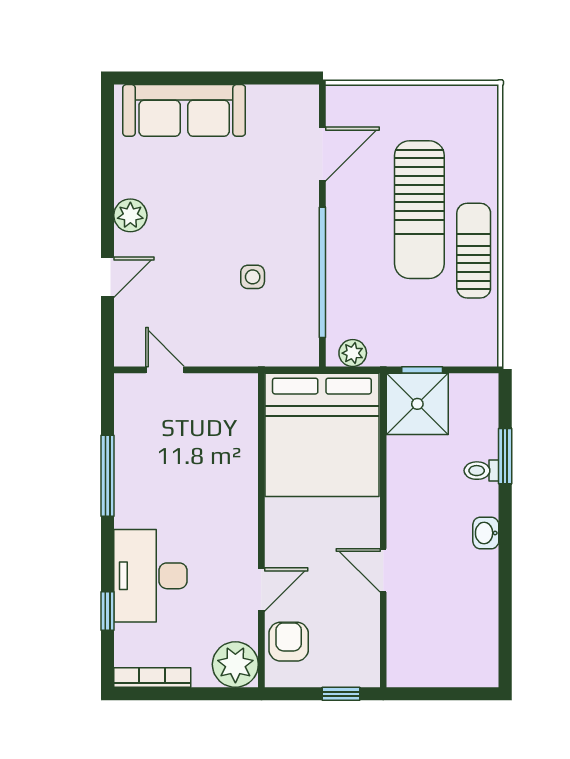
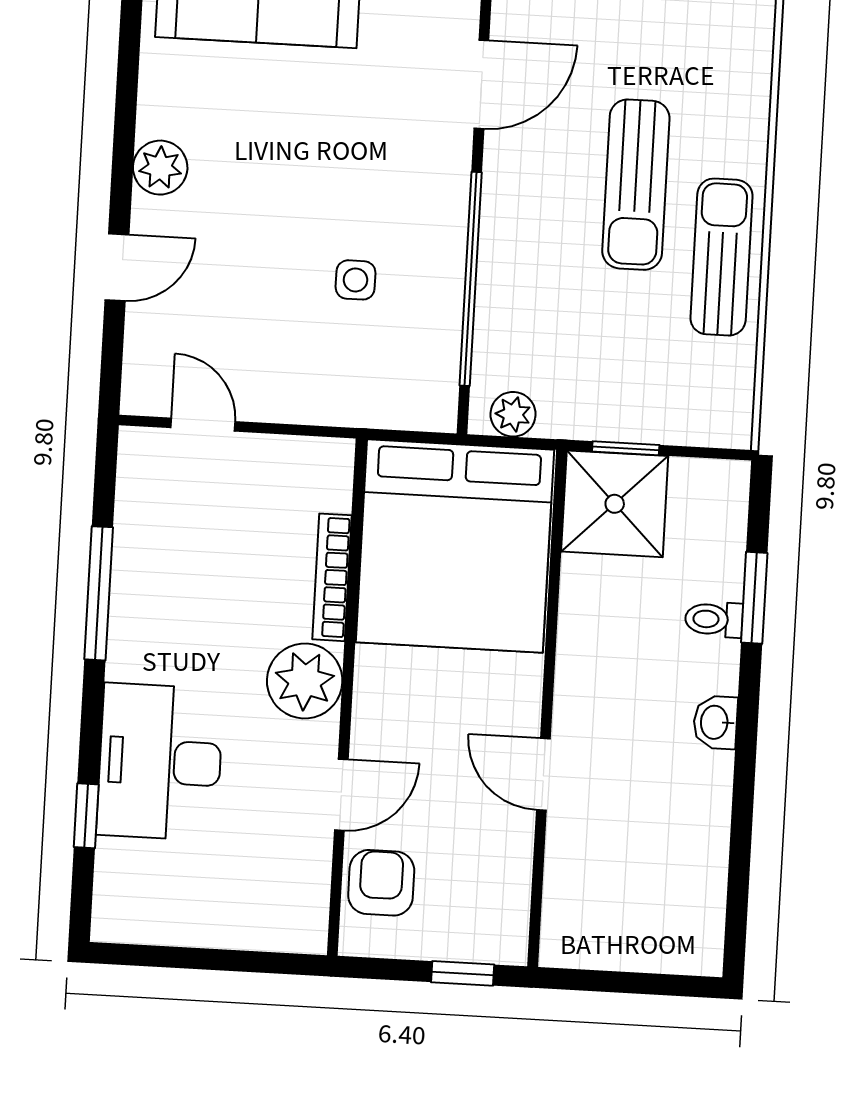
sun lounger: (419, 210) -> (636, 185), width x0.73, depth x0.75
plant: (235, 664) -> (305, 681), moved
bookcase: (152, 678) -> (332, 577), moved, turned -90

